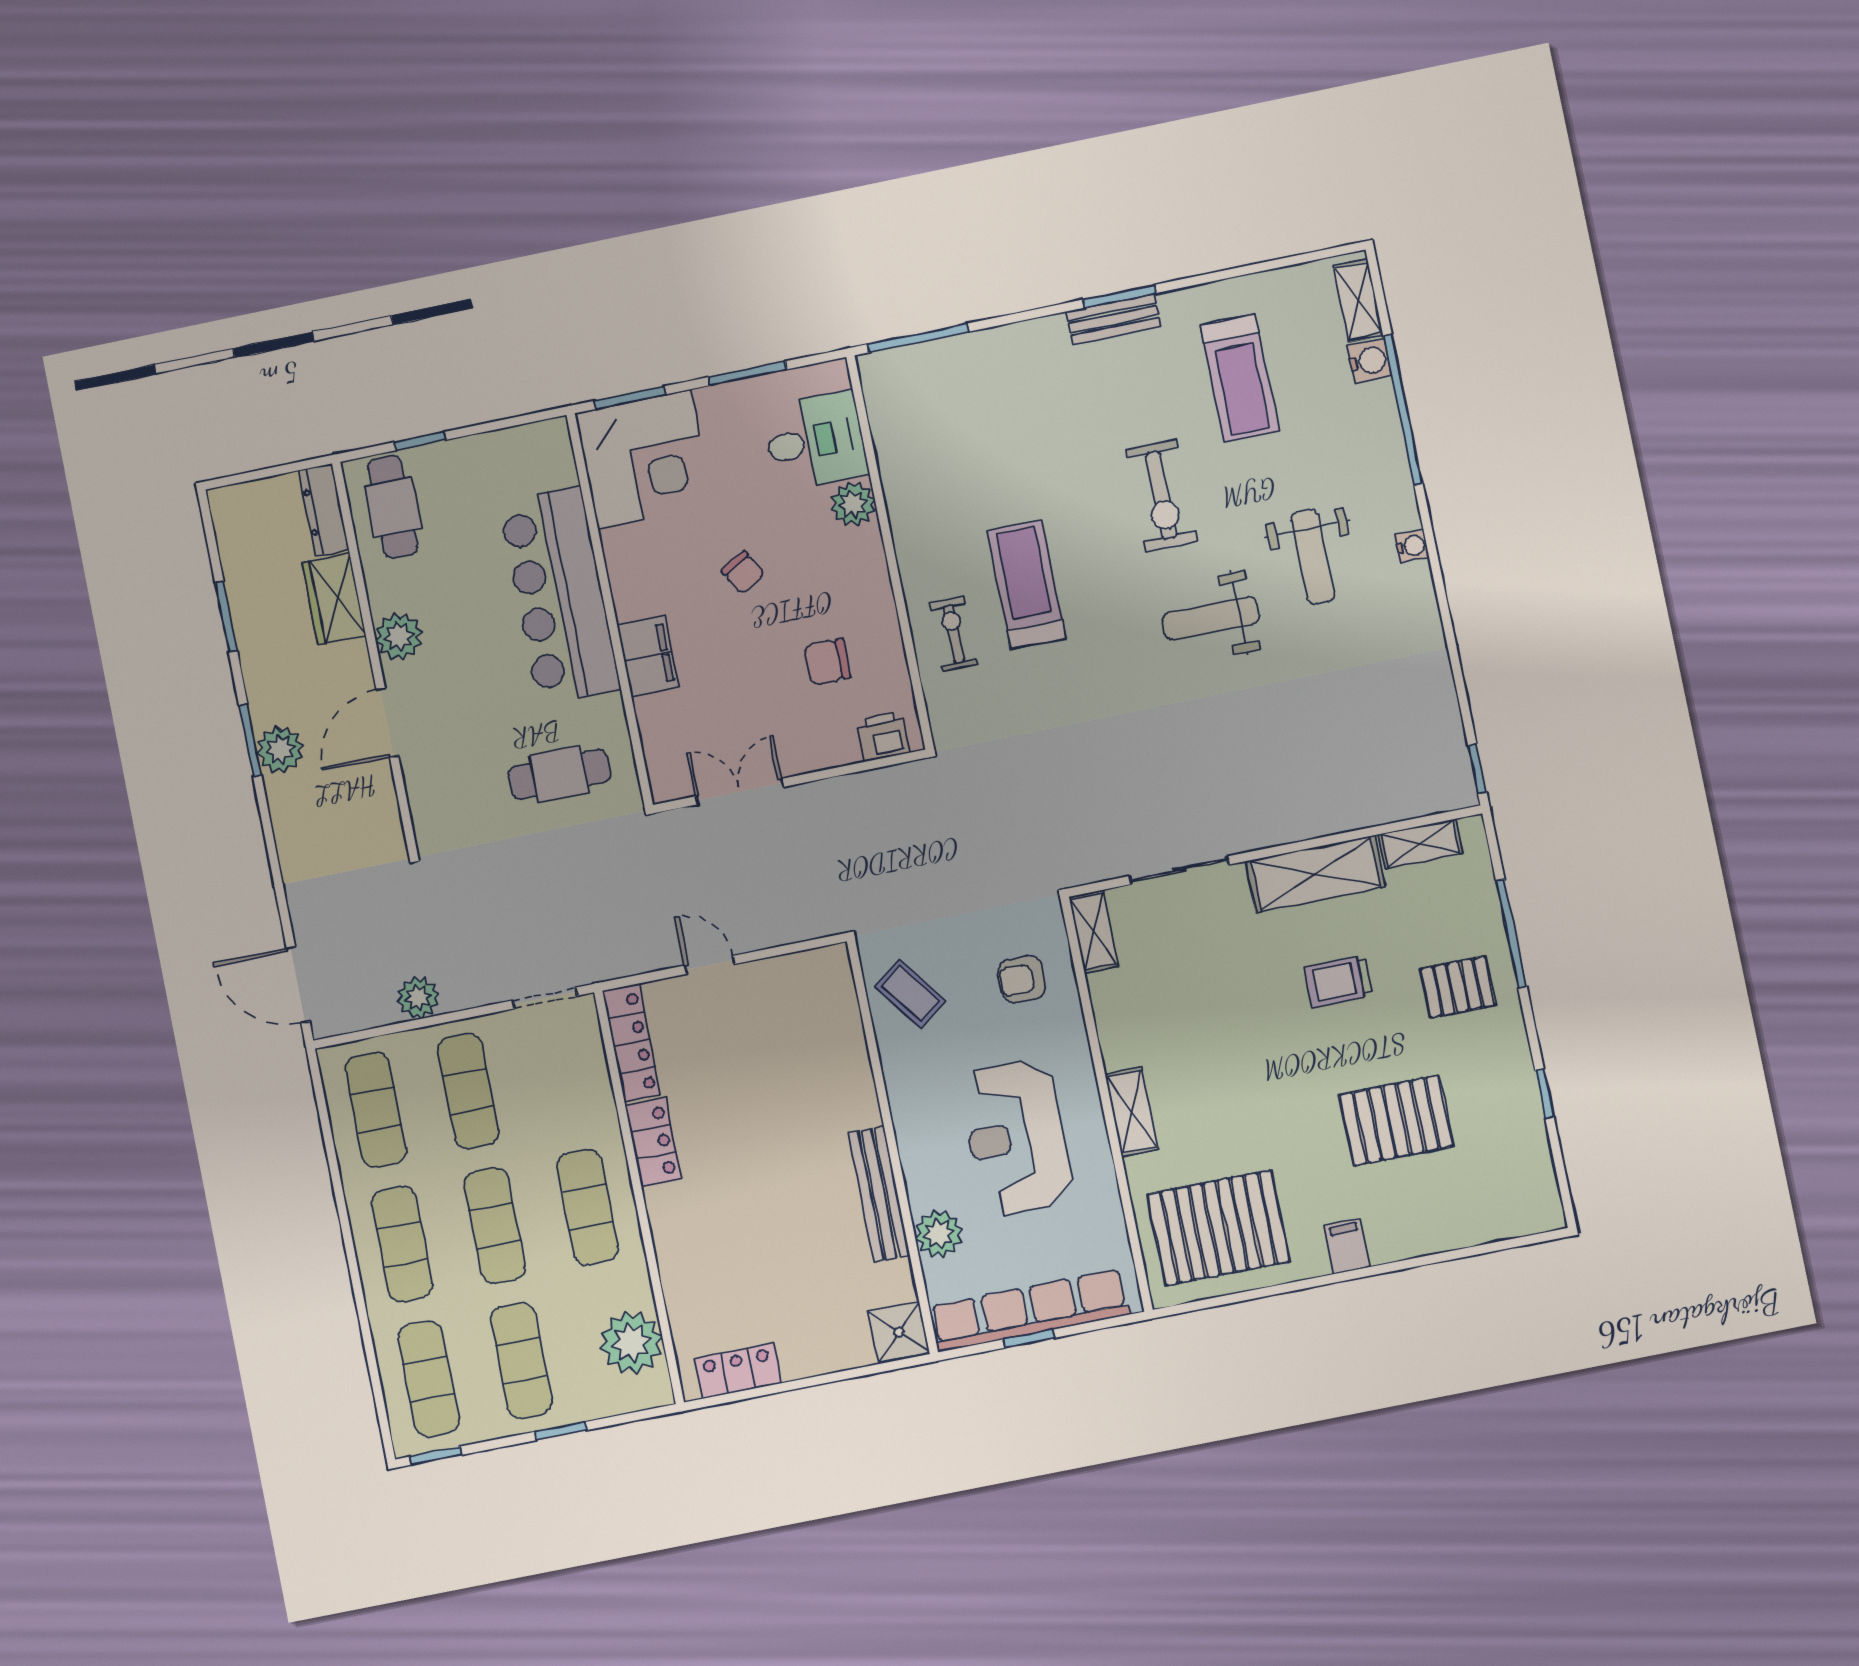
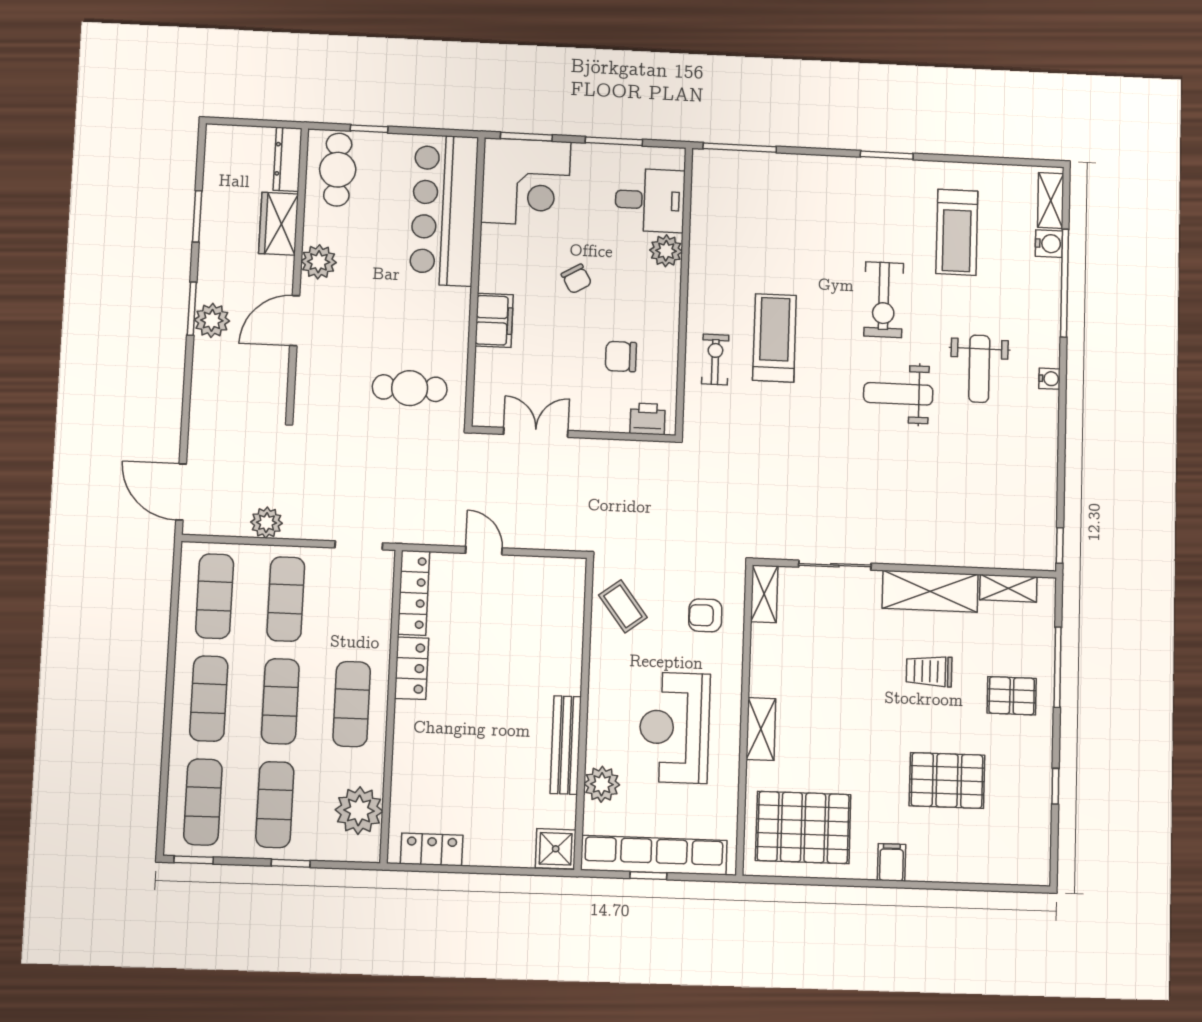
bench: (1113, 319) -> (879, 170), removed
bar counter: (560, 596) -> (444, 210), moved

